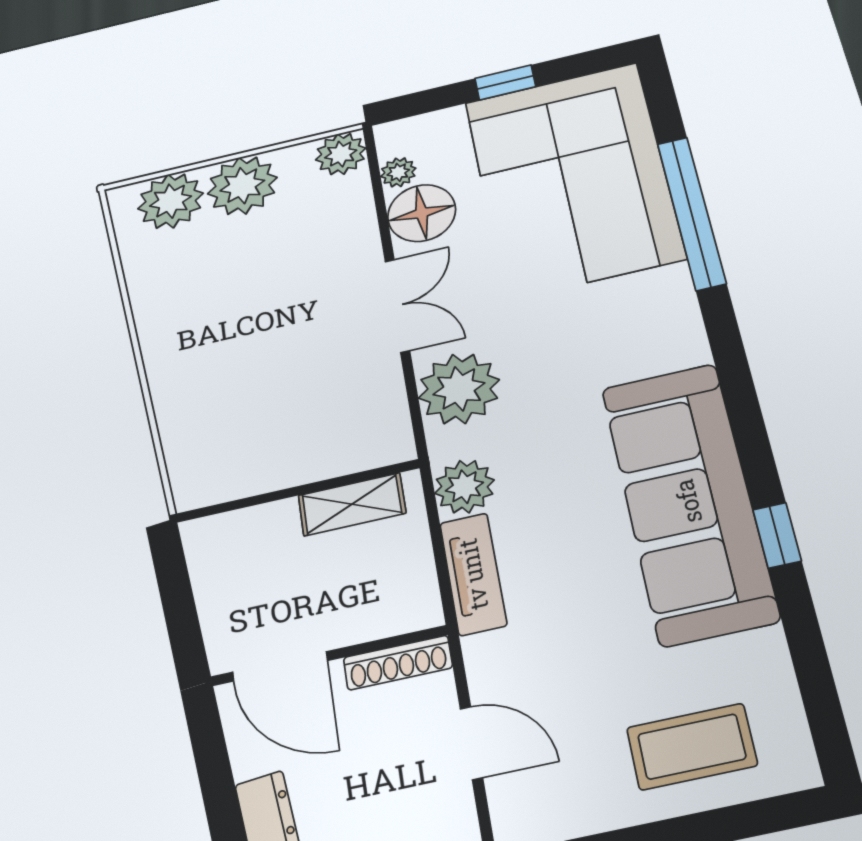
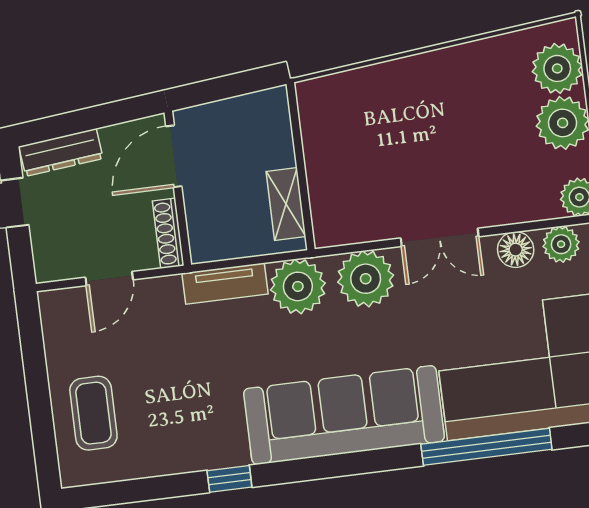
plant: (398, 172) -> (561, 244), width x1.38, depth x1.38
floor lamp: (422, 213) -> (516, 250), width x0.73, depth x0.73
plant: (464, 487) -> (298, 286), width x1.36, depth x1.36
sofa: (688, 501) -> (344, 415), moved

